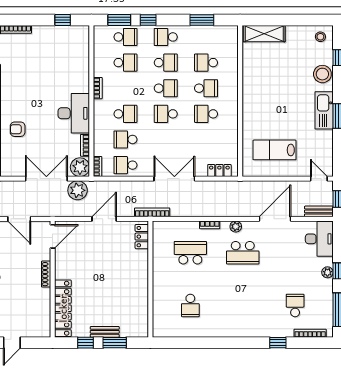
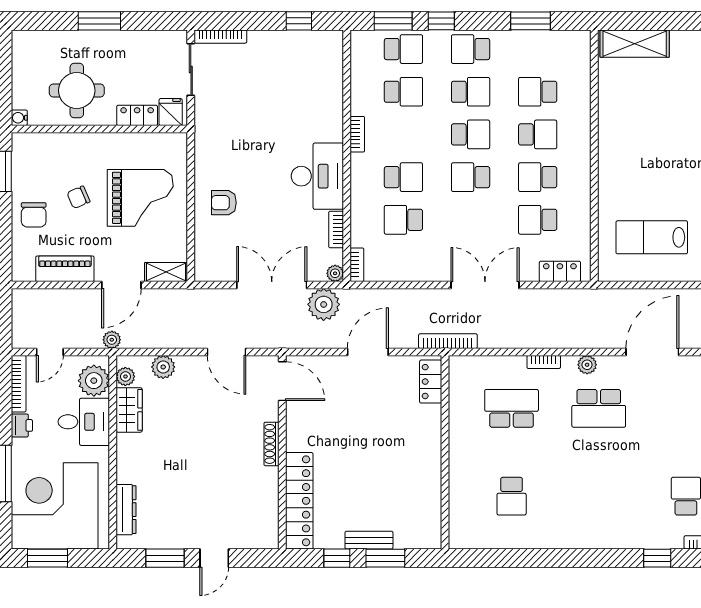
school desk: (125, 165) -> (538, 220), moved
plant: (80, 167) -> (335, 273), width x0.53, depth x0.53
door: (53, 236) -> (282, 381), hinge flipped

